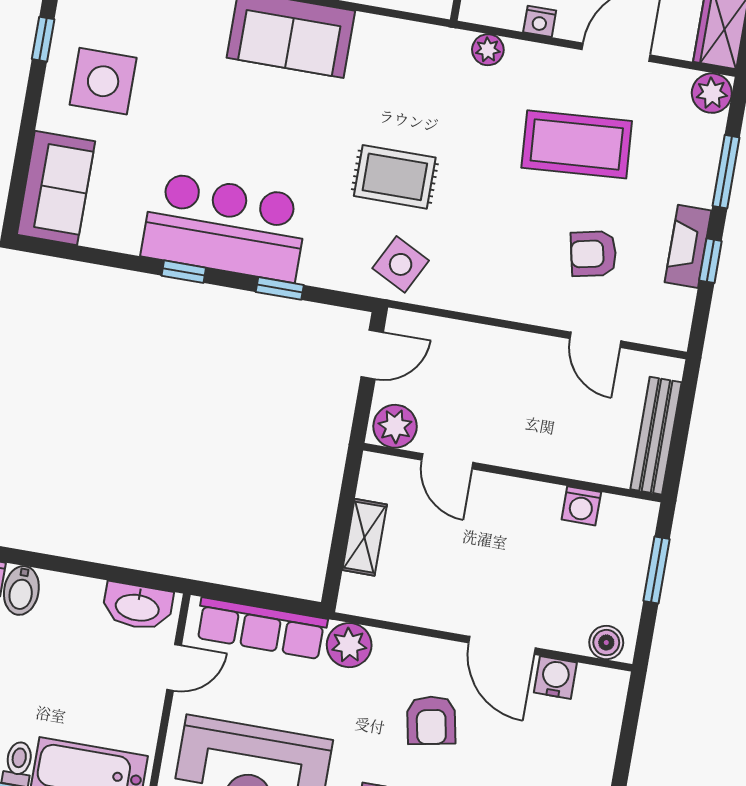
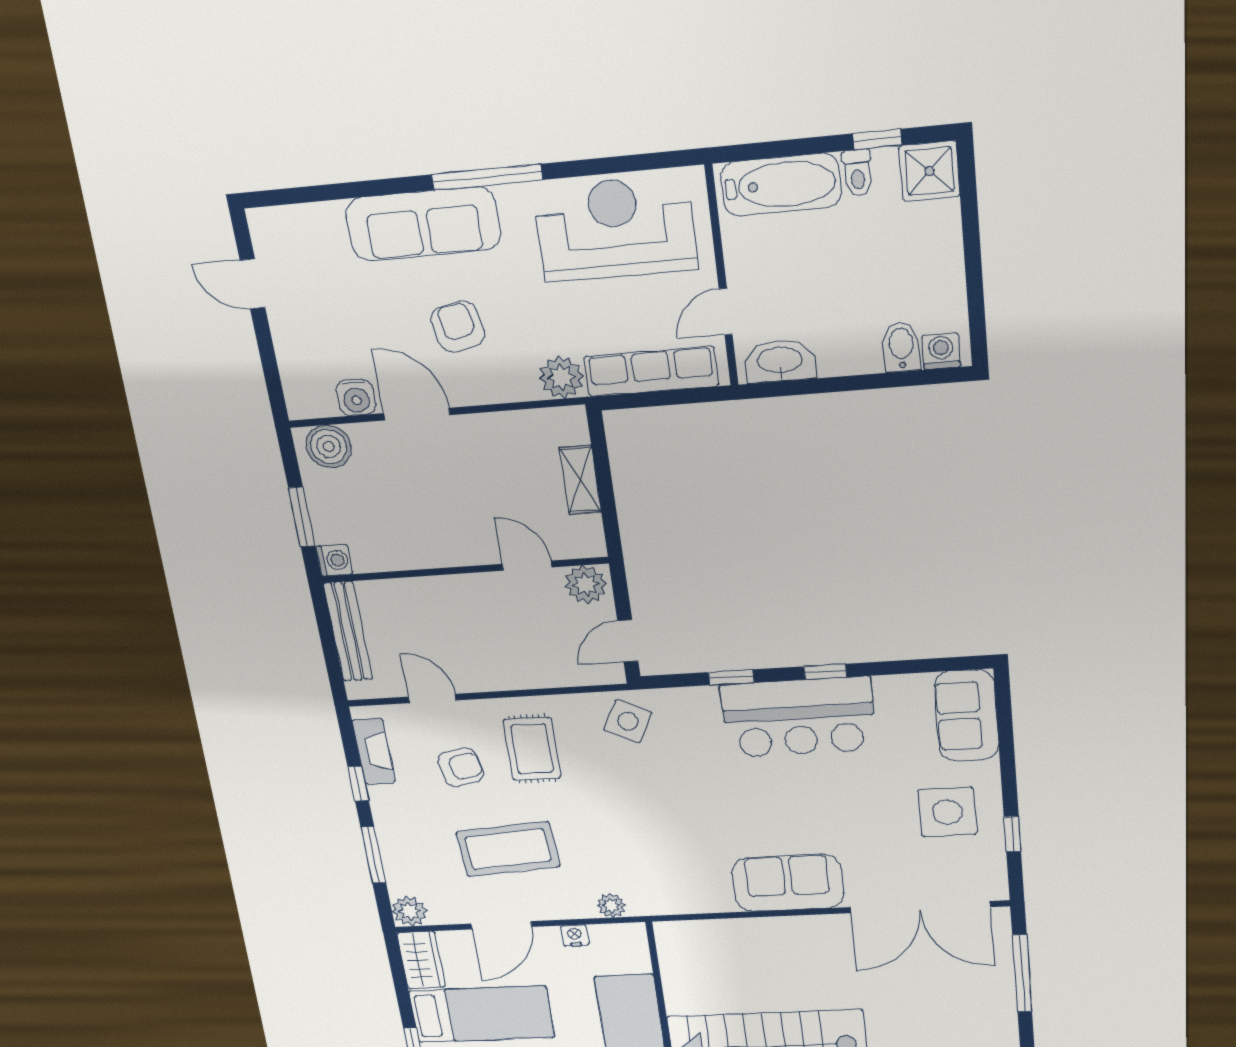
rug: (395, 177) -> (532, 749), moved, turned 90
fireplace: (688, 246) -> (374, 752), moved
washing machine: (581, 506) -> (334, 560), moved, turned 90
boiler: (606, 643) -> (329, 447), width x1.36, depth x1.36

